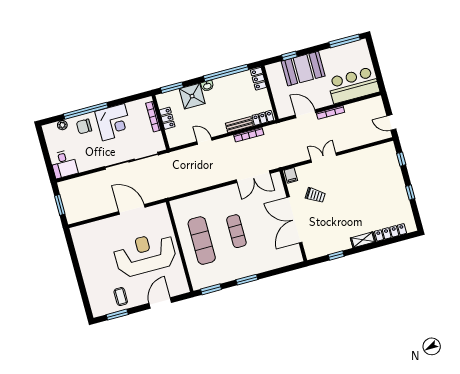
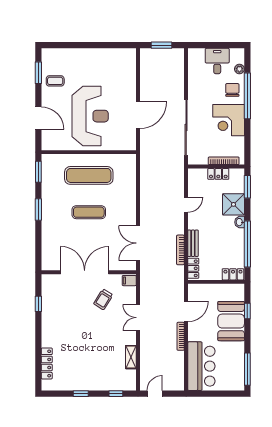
double door: (324, 158) -> (138, 318), swing flipped
desk: (64, 164) -> (217, 61), moved, turned 90
shelving: (363, 240) -> (131, 357), moved

